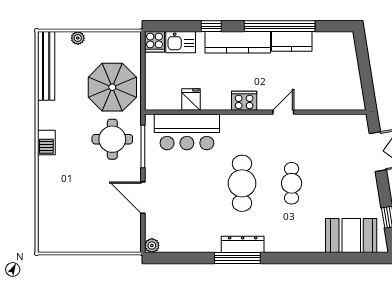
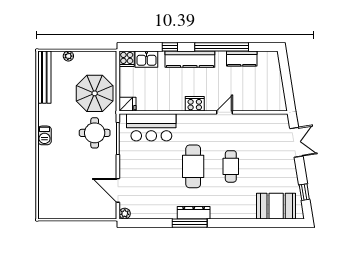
kitchen counter: (292, 41) -> (242, 59), moved
fridge: (191, 99) -> (128, 104), moved, turned 90
door: (143, 198) -> (118, 190), moved

